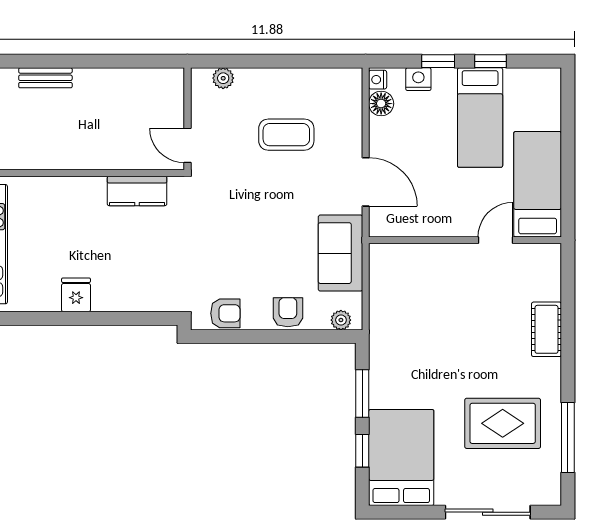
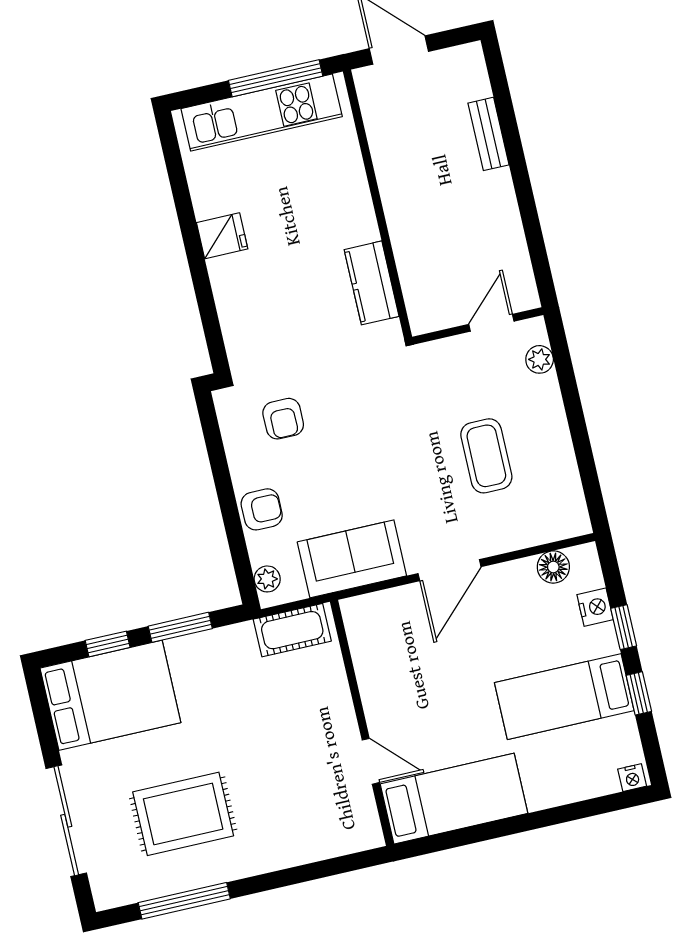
nightstand: (378, 80) -> (632, 778), moved, turned 180
door: (187, 145) -> (491, 323), moved
bed: (538, 184) -> (454, 799), moved
wall: (465, 240) -> (362, 723), moved
door: (495, 240) -> (371, 761), moved
armchair: (225, 313) -> (283, 419), moved
cot: (547, 329) -> (292, 630), moved
rug: (503, 423) -> (183, 814), turned 90

